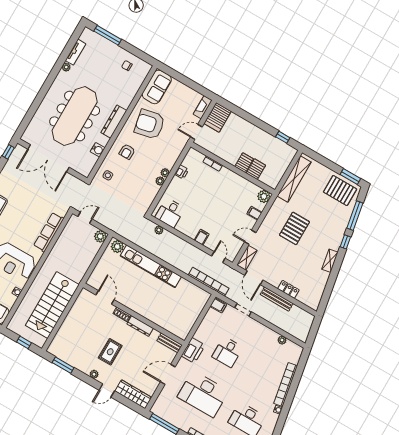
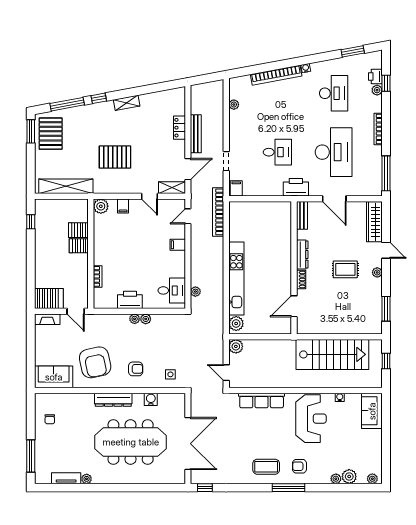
printer: (182, 172) -> (130, 300), width x1.87, depth x1.48

